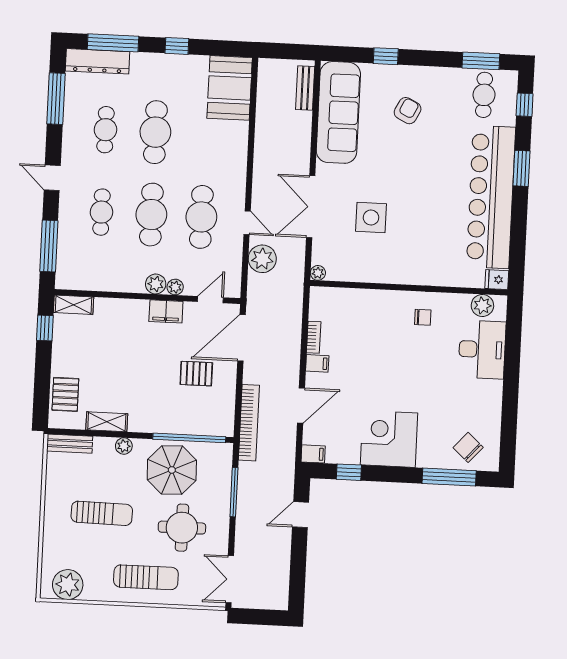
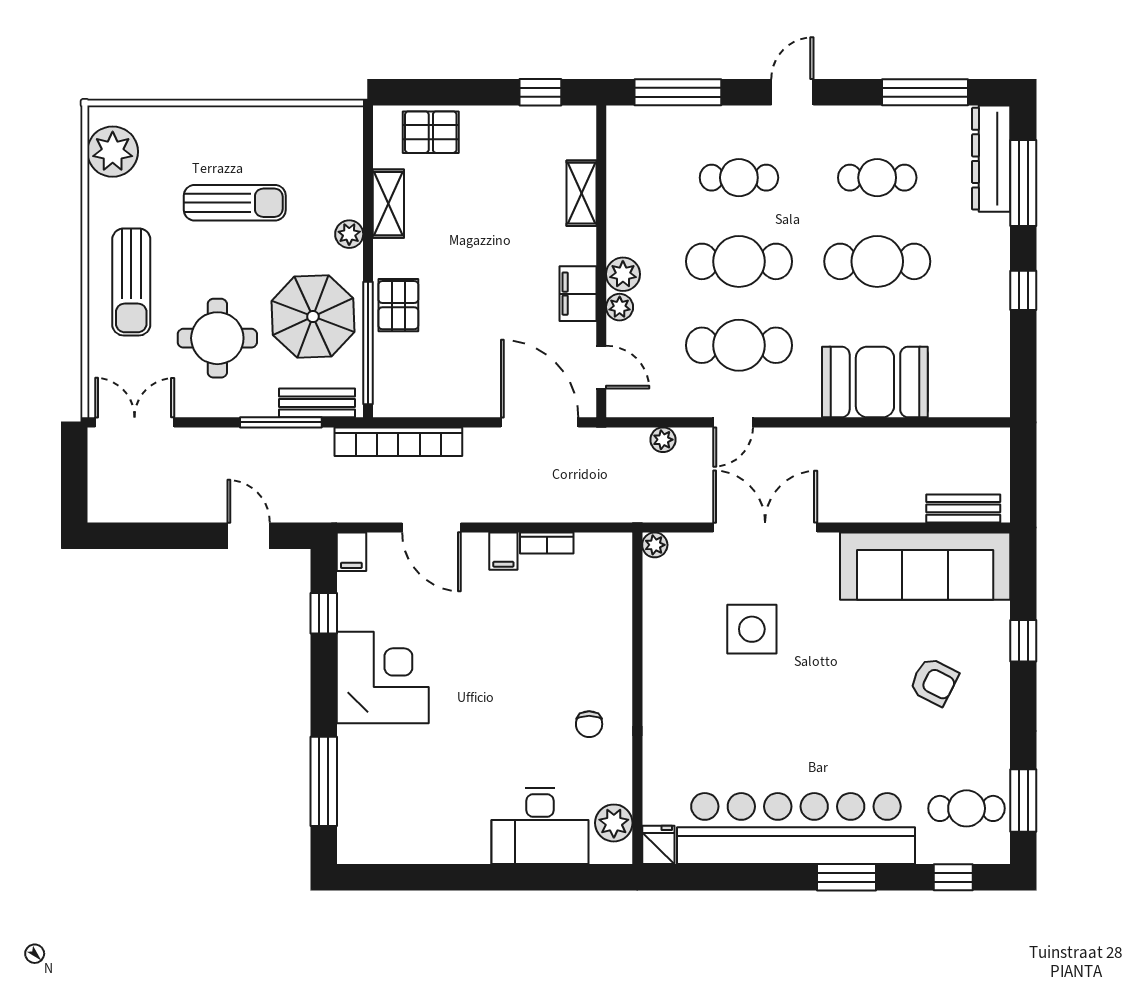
booth: (230, 88) -> (875, 382), moved
plant: (262, 259) -> (663, 440), width x0.53, depth x0.53
shelving: (73, 305) -> (581, 193), moved
pallet: (196, 374) -> (398, 305), moved
bench: (70, 444) -> (317, 403), moved, turned 90
chair: (468, 447) -> (375, 811), removed
sun lounger: (102, 513) -> (235, 203), turned -91

